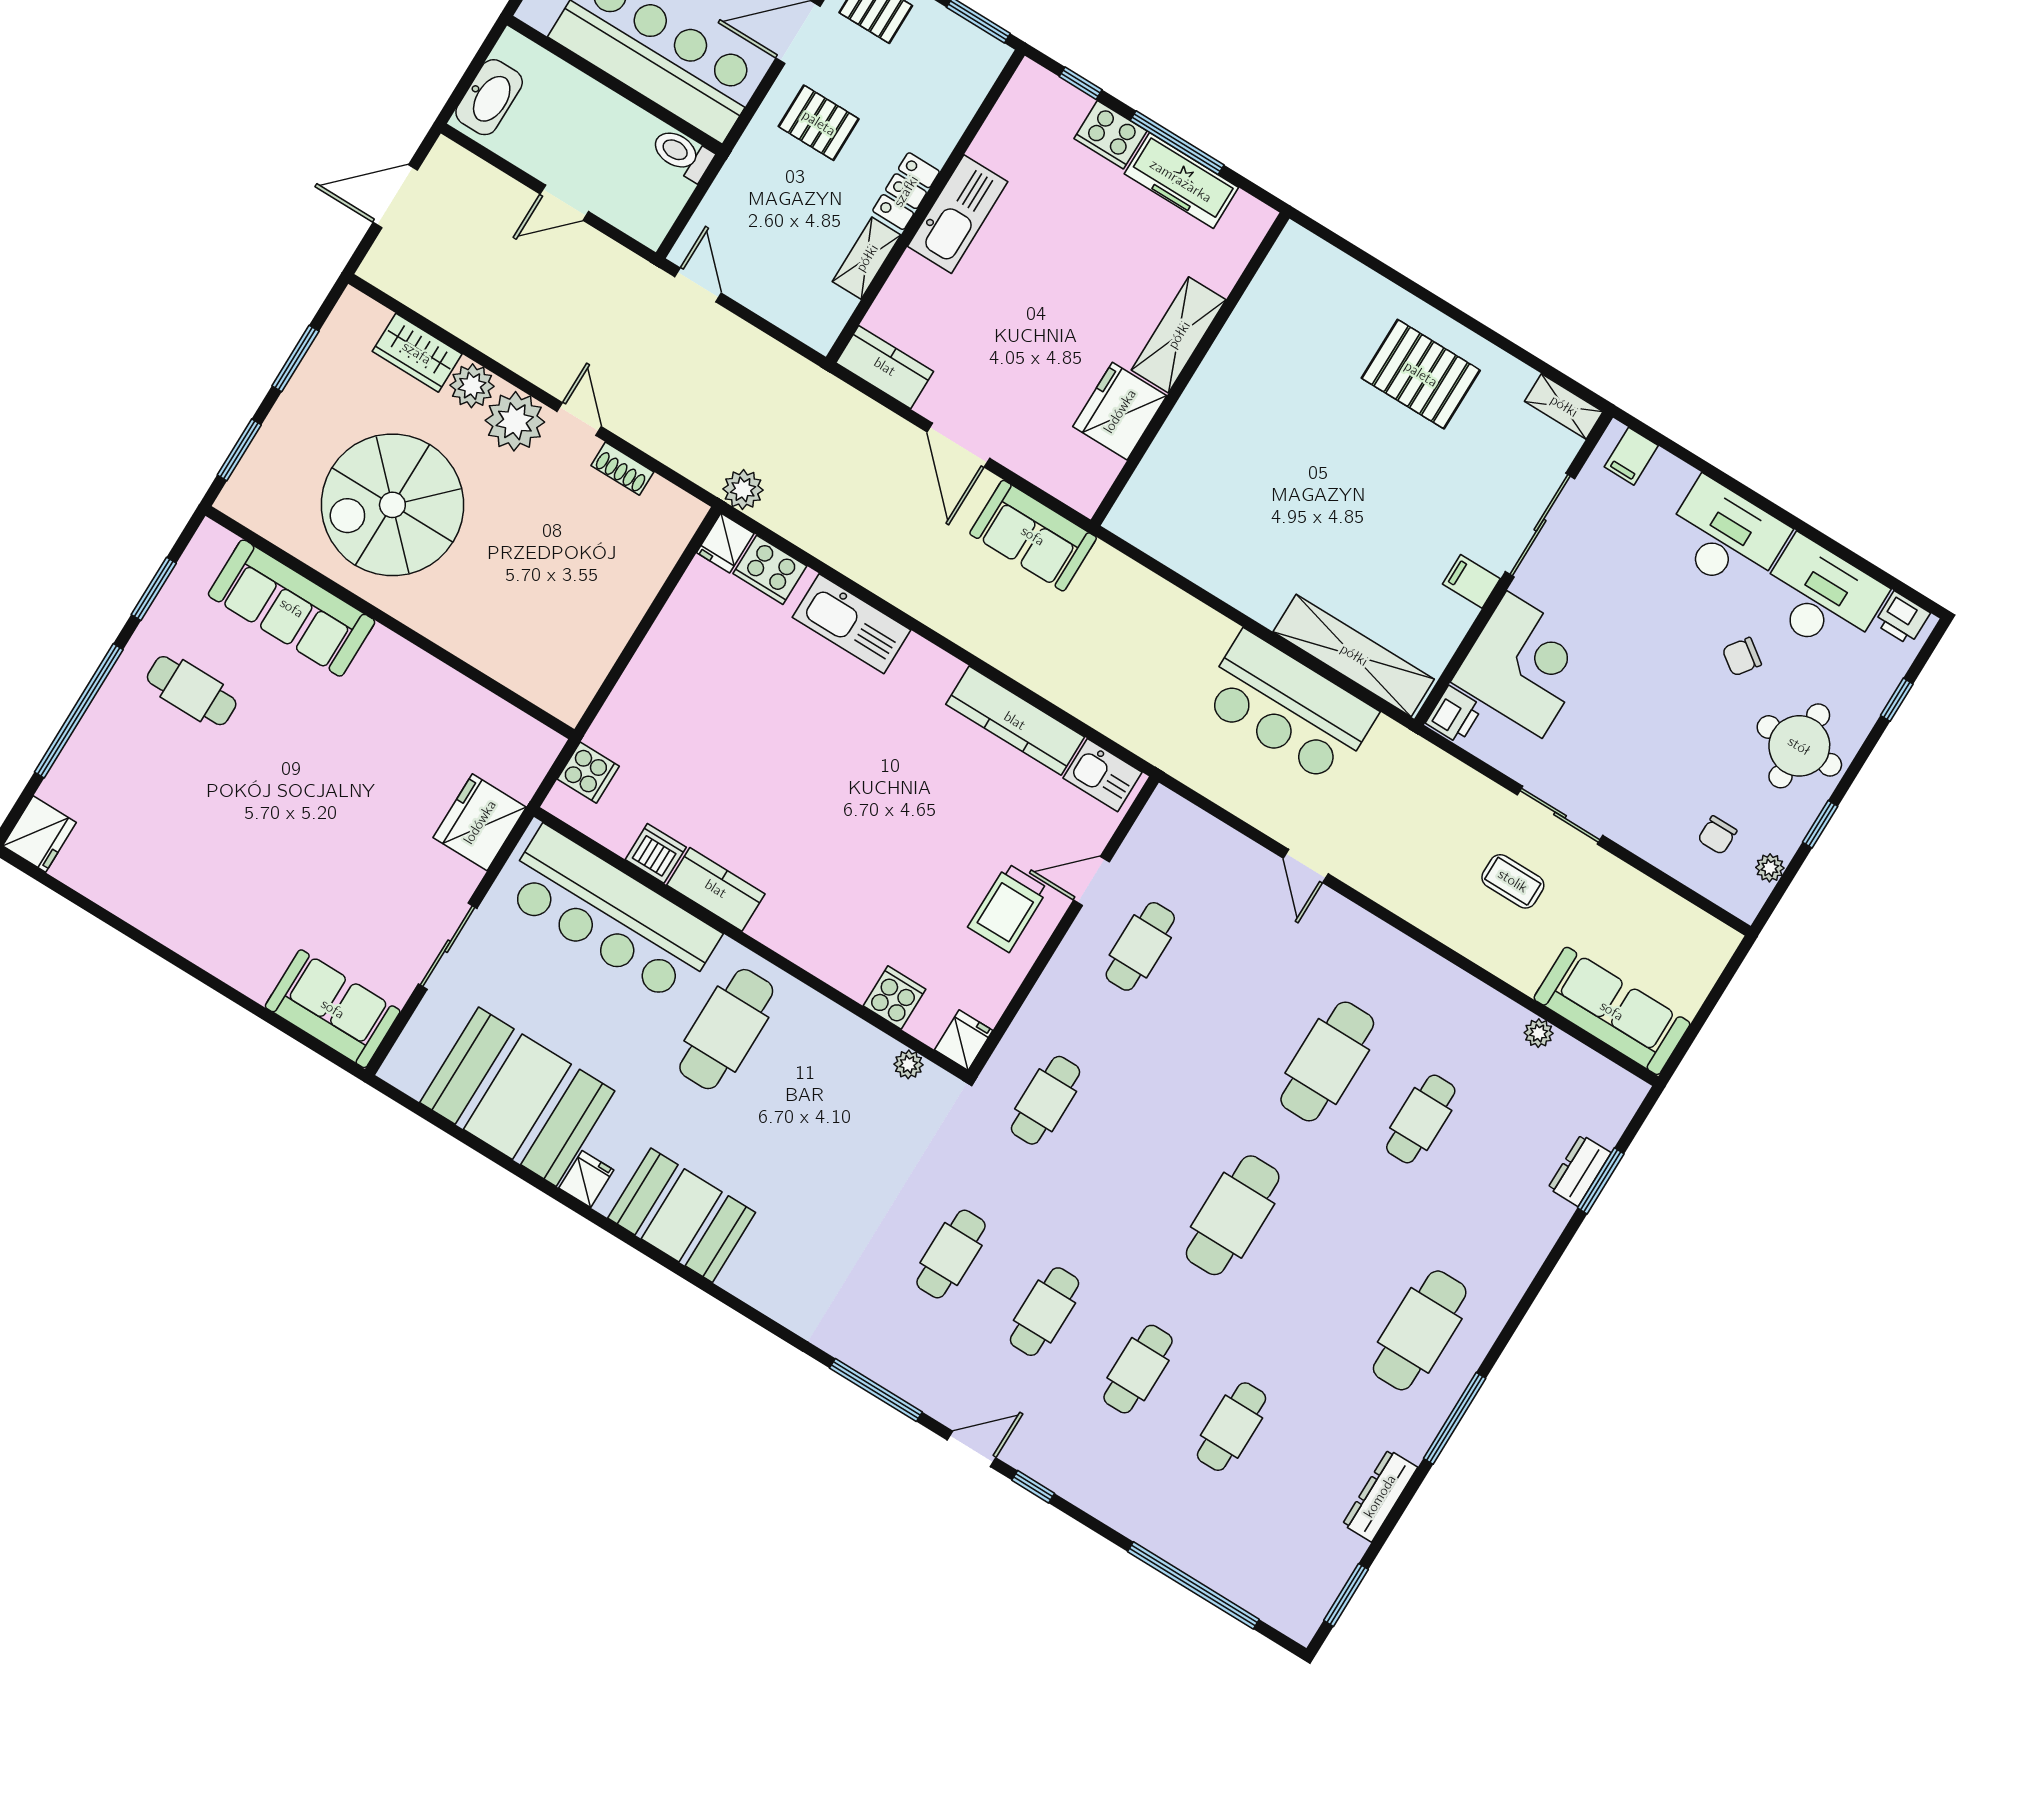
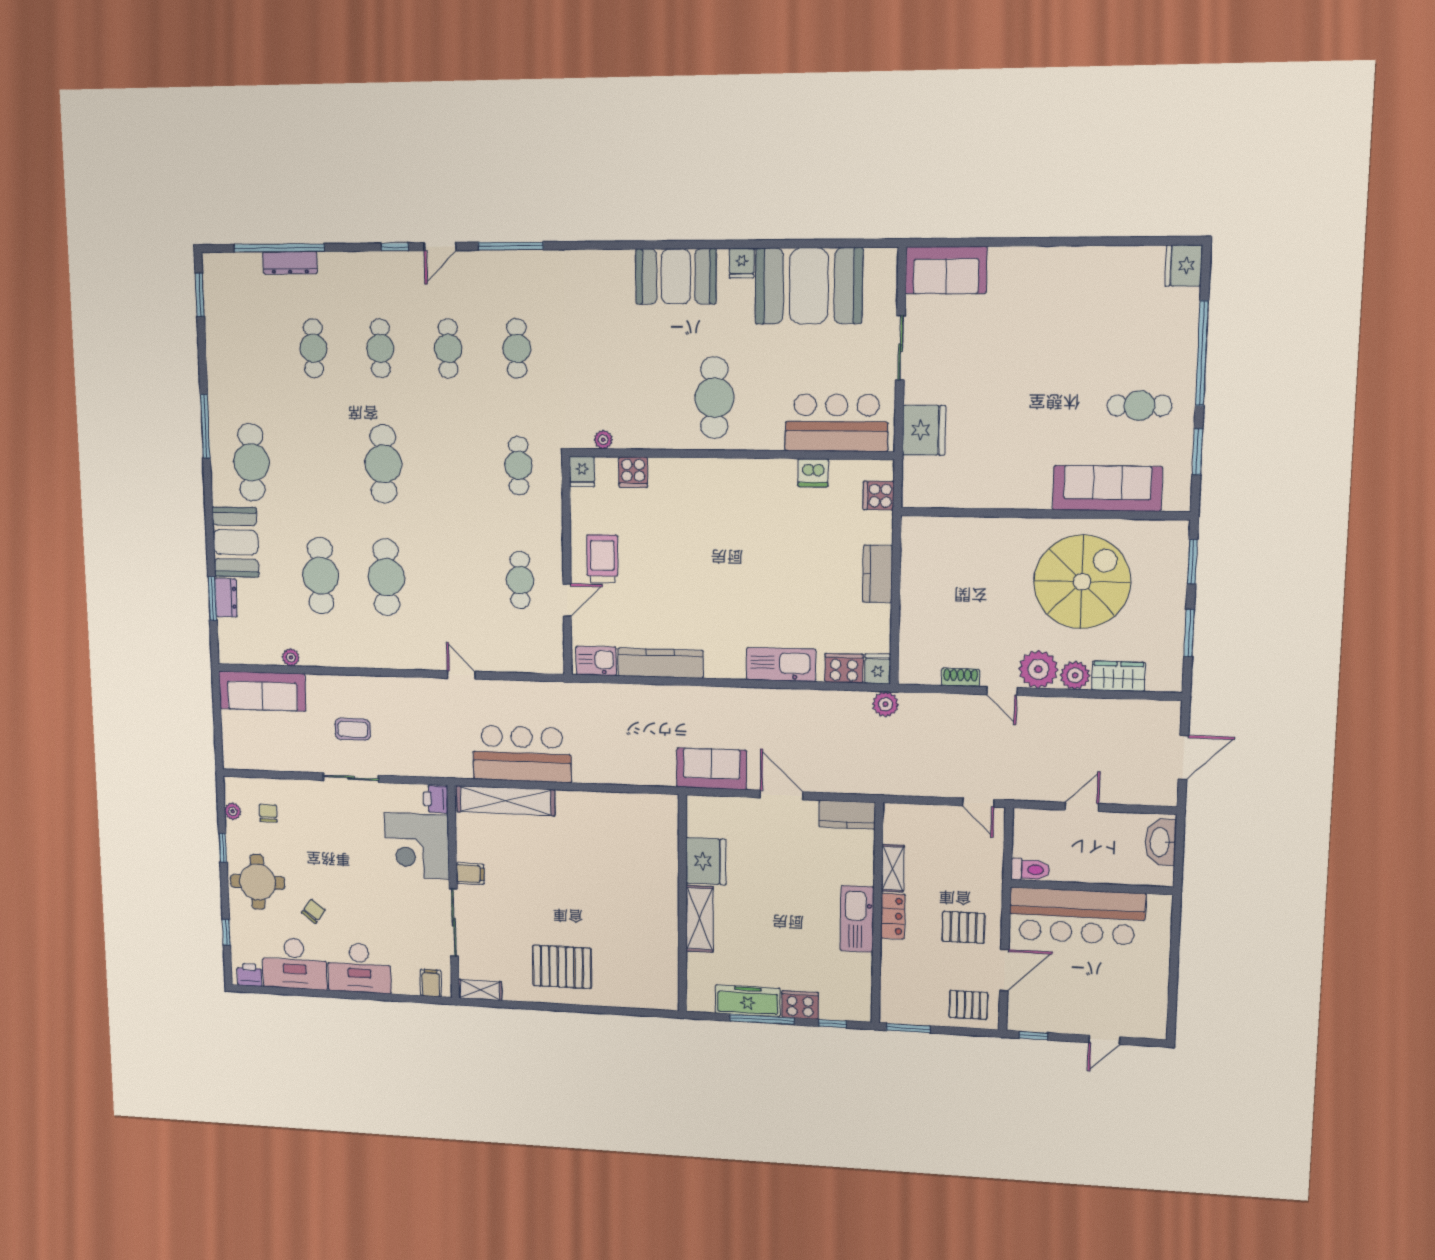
kitchen counter: (716, 889) -> (878, 574), moved, turned 90
bar counter: (610, 915) -> (836, 423), width x0.73
cafe table: (1421, 1119) -> (321, 576), width x1.37, depth x1.35
booth: (1515, 1238) -> (235, 542), added
dresser: (1380, 1496) -> (290, 263), moved, turned 90

